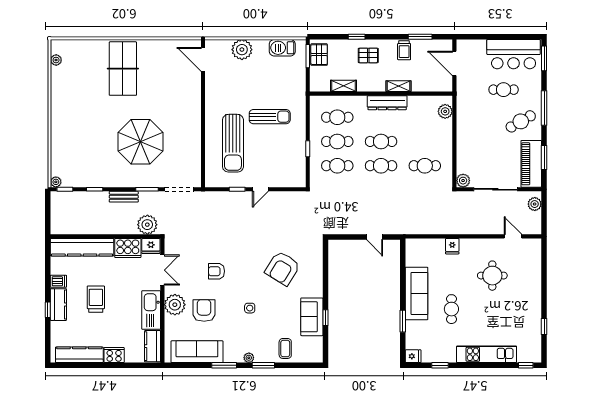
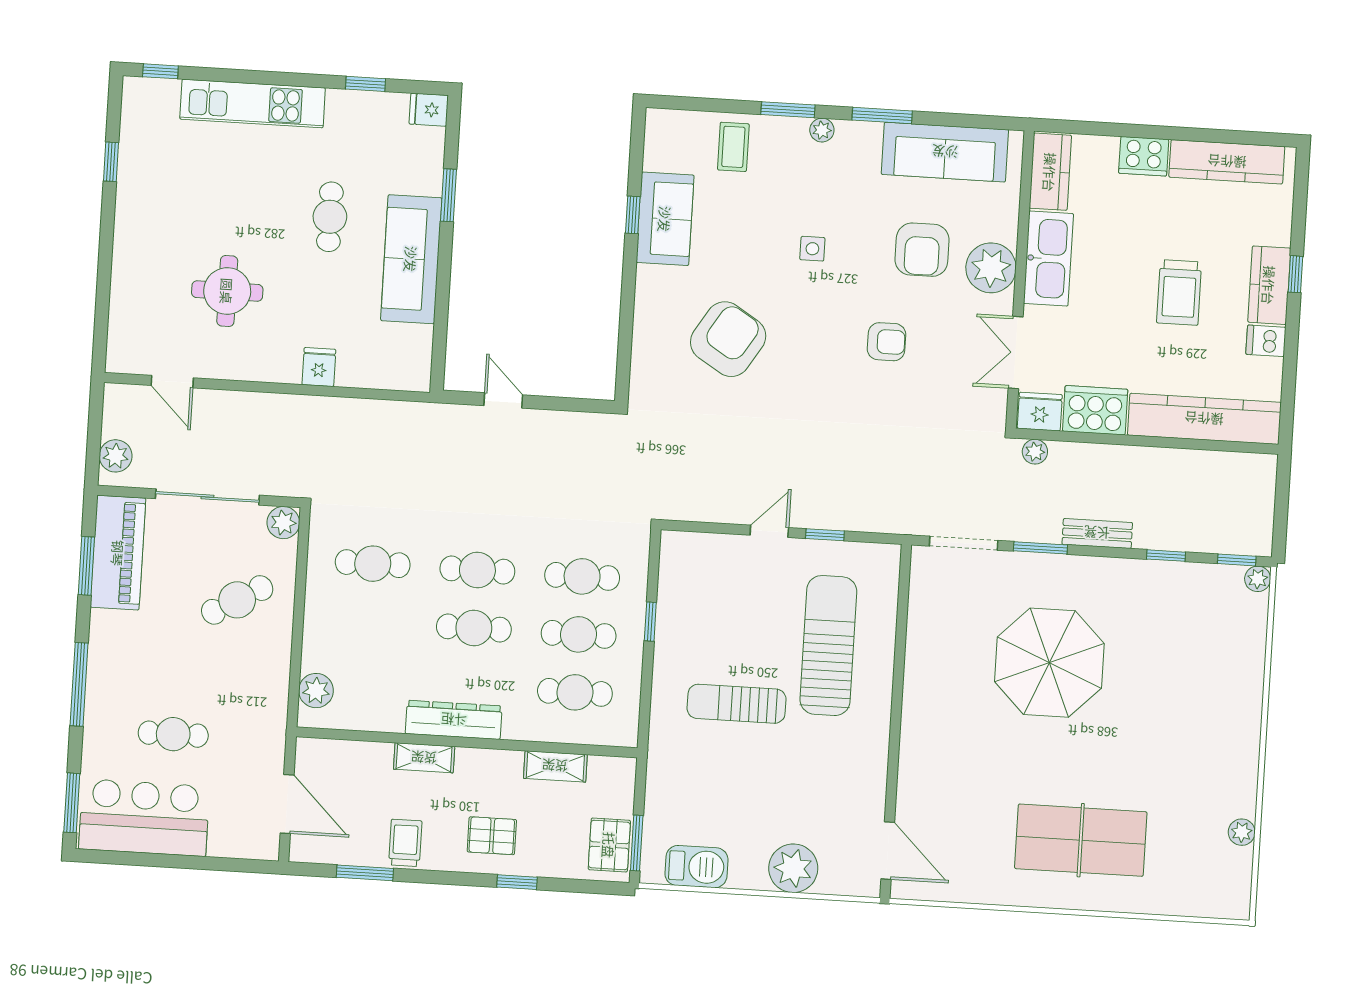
plant: (56, 60) -> (1242, 832), moved
table tennis table: (123, 69) -> (1081, 840), turned 90
cafe table: (521, 121) -> (237, 600), moved
plant: (147, 225) -> (1035, 452), width x0.53, depth x0.53

